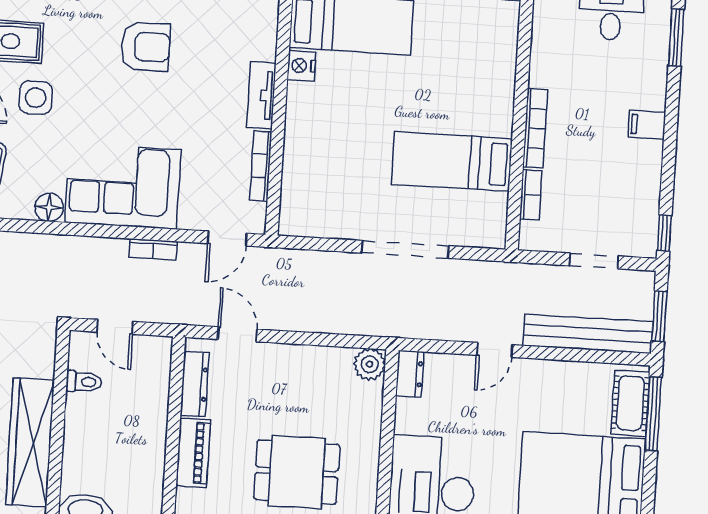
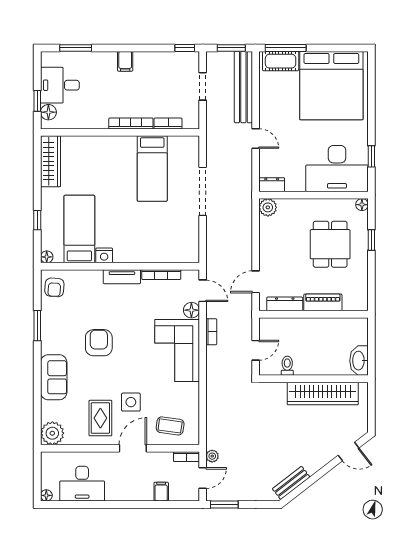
floor lamp: (49, 207) -> (191, 310), moved

